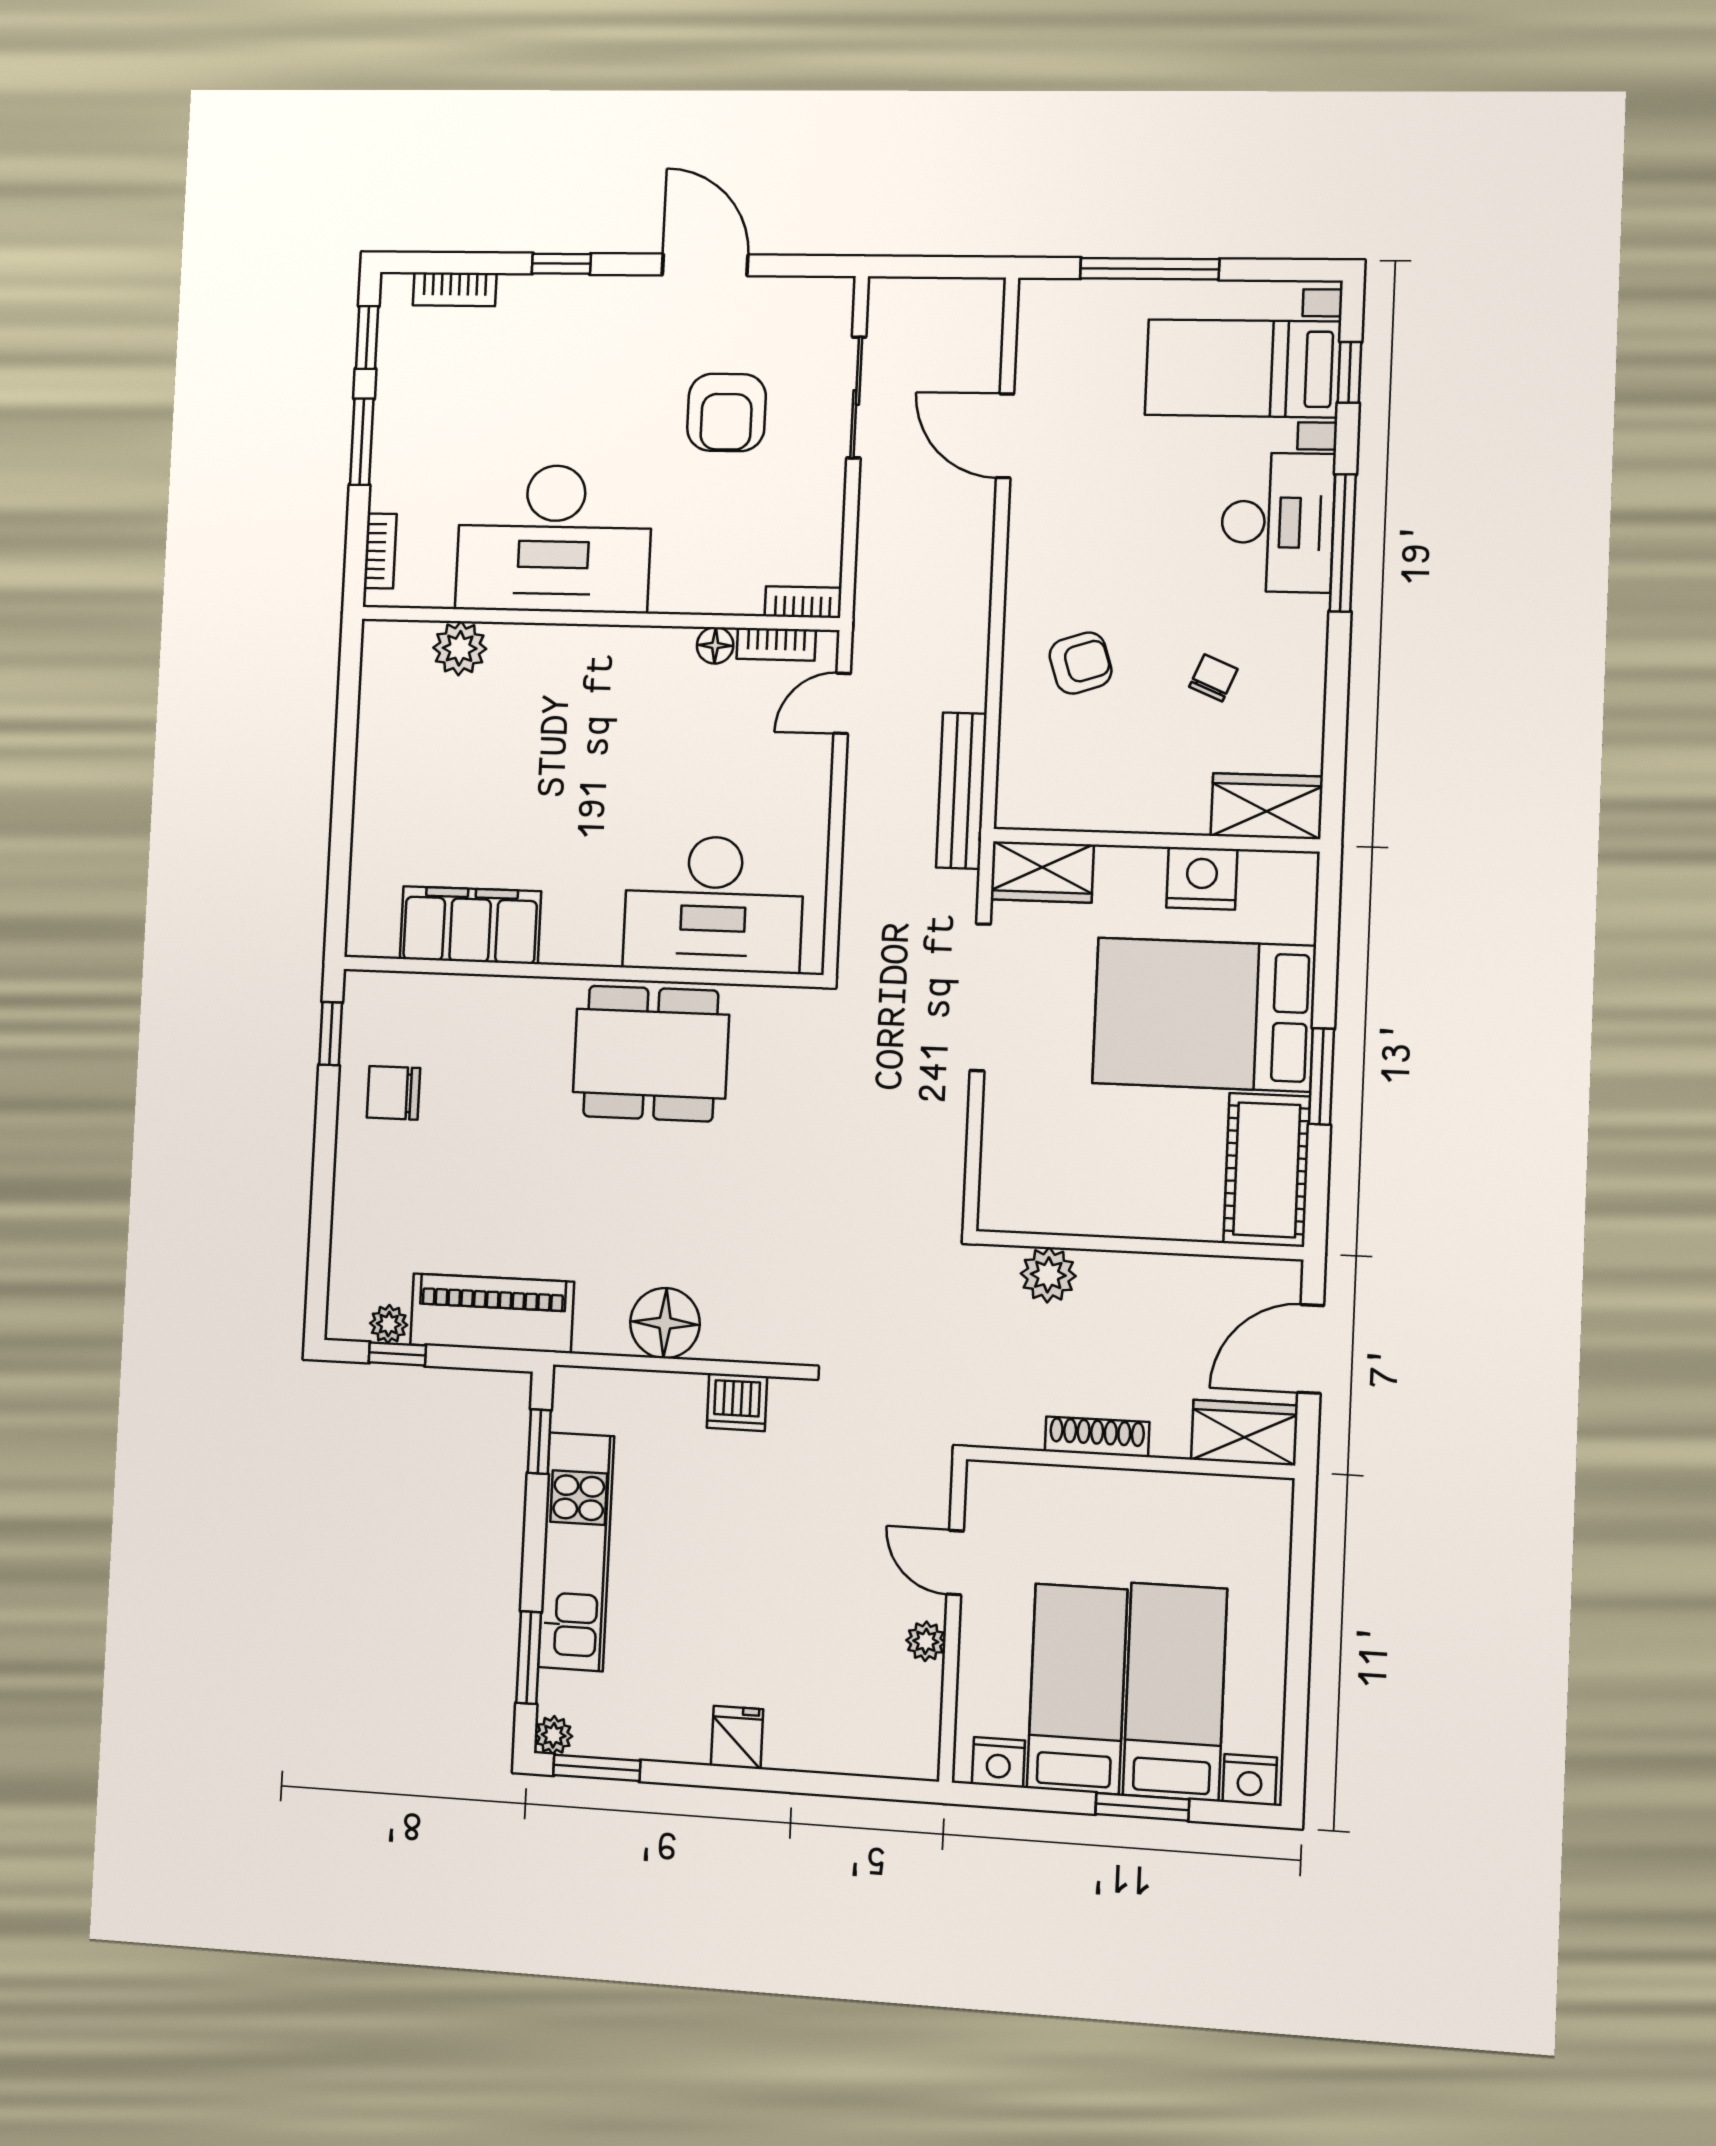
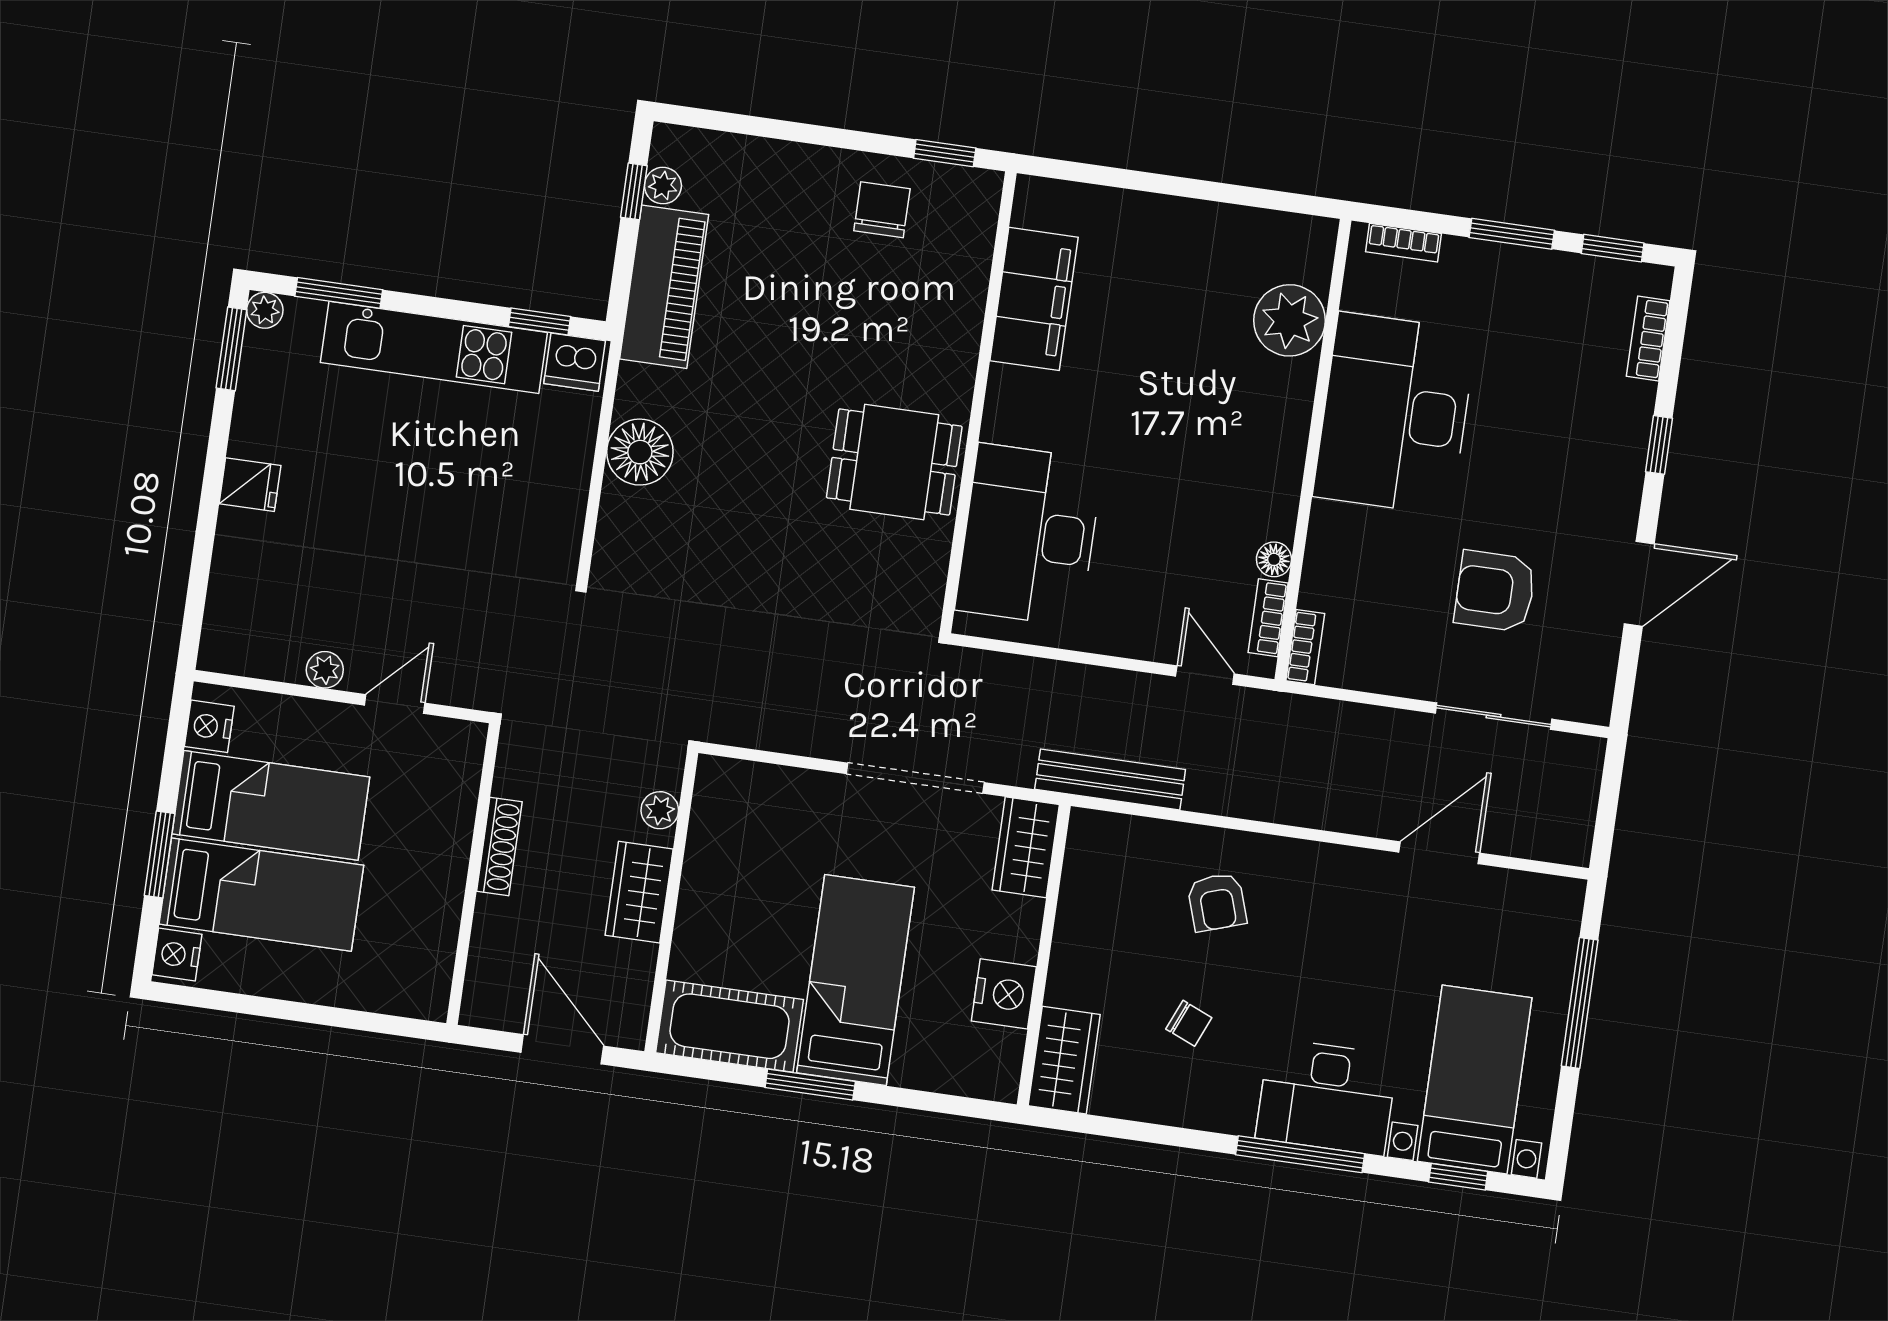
plant: (460, 648) -> (1290, 320), width x1.36, depth x1.36
bed: (1204, 1015) -> (855, 980), width x0.67
dining table: (651, 1054) -> (894, 462), width x0.73
plant: (1048, 1275) -> (660, 810), width x0.73, depth x0.73
dishwasher: (737, 1402) -> (575, 362), moved, turned -90
wardrobe: (1244, 1433) -> (639, 892), moved, turned 180

